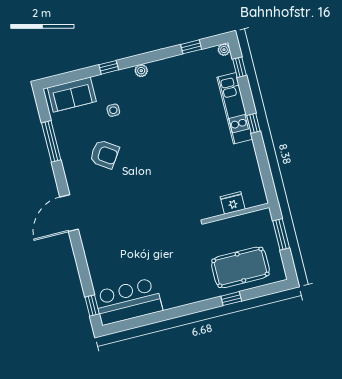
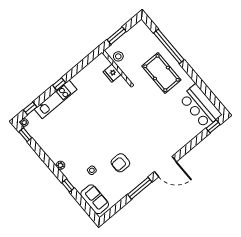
window: (191, 47) -> (25, 135), moved
window: (51, 141) -> (140, 188), moved
armchair: (104, 154) -> (120, 163), turned -124
stool: (251, 223) -> (118, 56), added
pool table: (240, 267) -> (161, 73), moved
window: (231, 299) -> (169, 46), width x3.17

